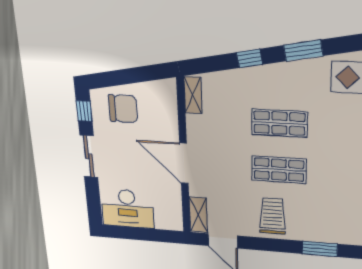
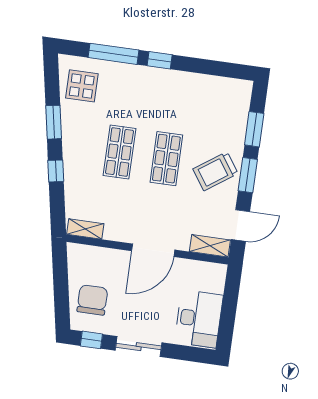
trolley: (273, 216) -> (215, 171), turned -35
window: (273, 245) -> (248, 175), added

